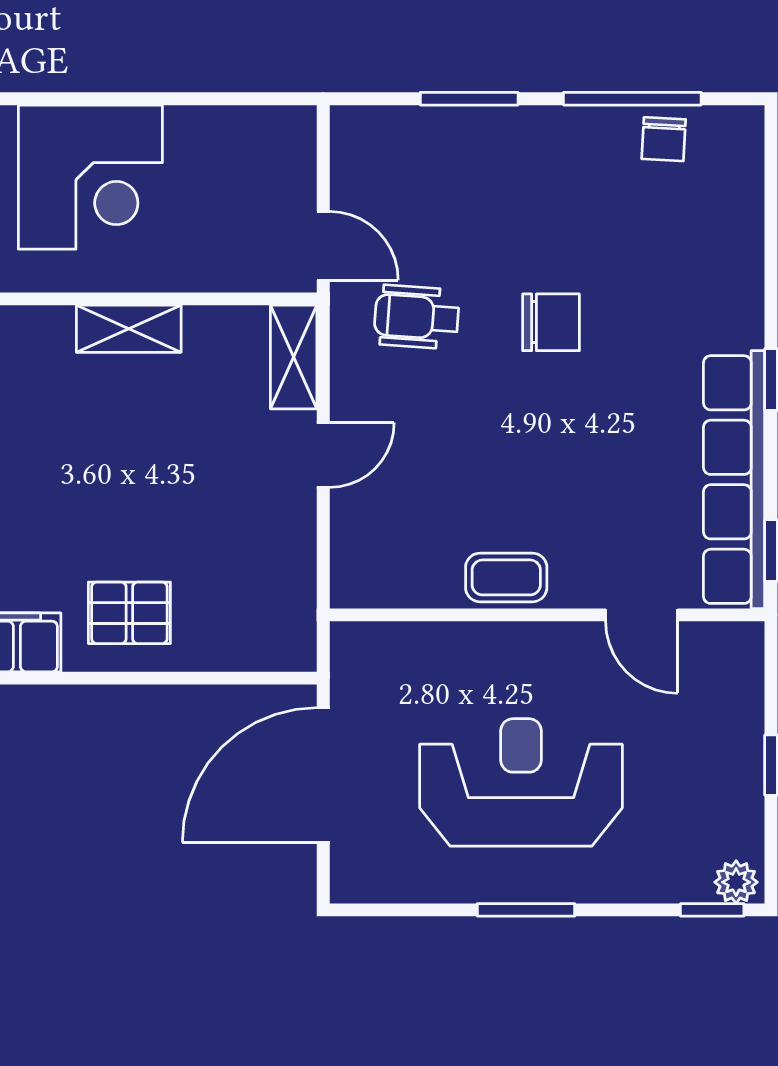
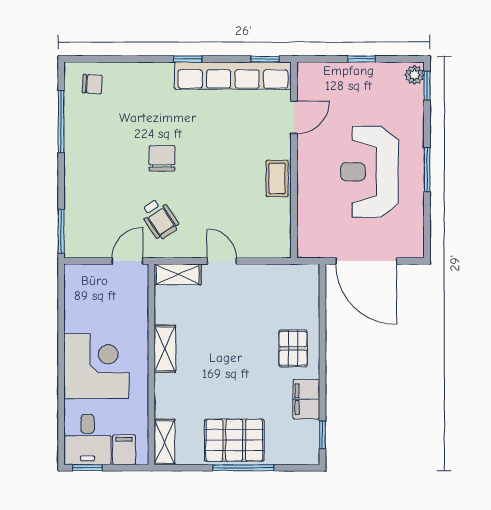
window: (469, 99) -> (61, 231), moved
chair: (664, 139) -> (92, 84), moved
wheelchair: (416, 317) -> (160, 219), turned -38

